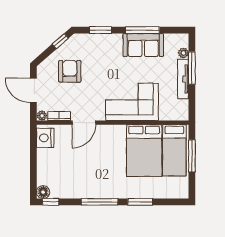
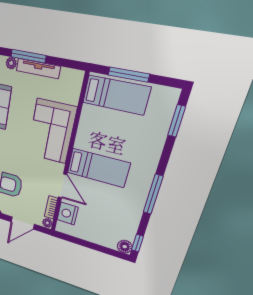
nightstand: (45, 138) -> (68, 214), moved, turned 90
bed: (144, 151) -> (98, 168), moved, width x0.67
window: (140, 202) -> (177, 121), moved

